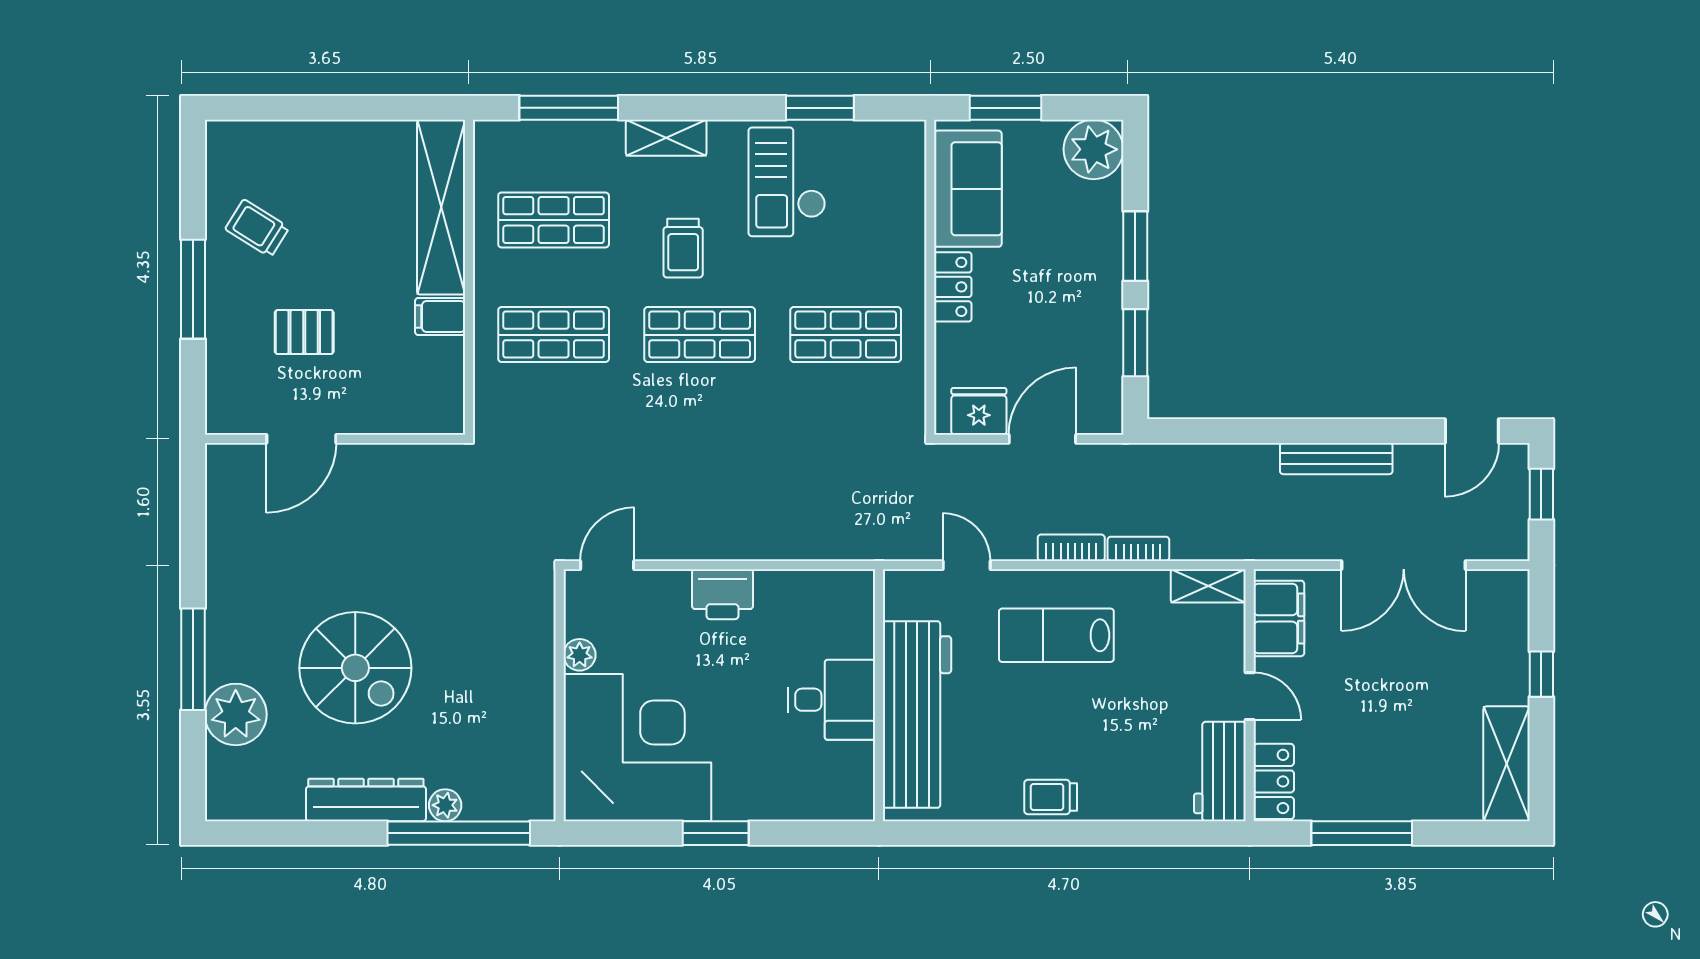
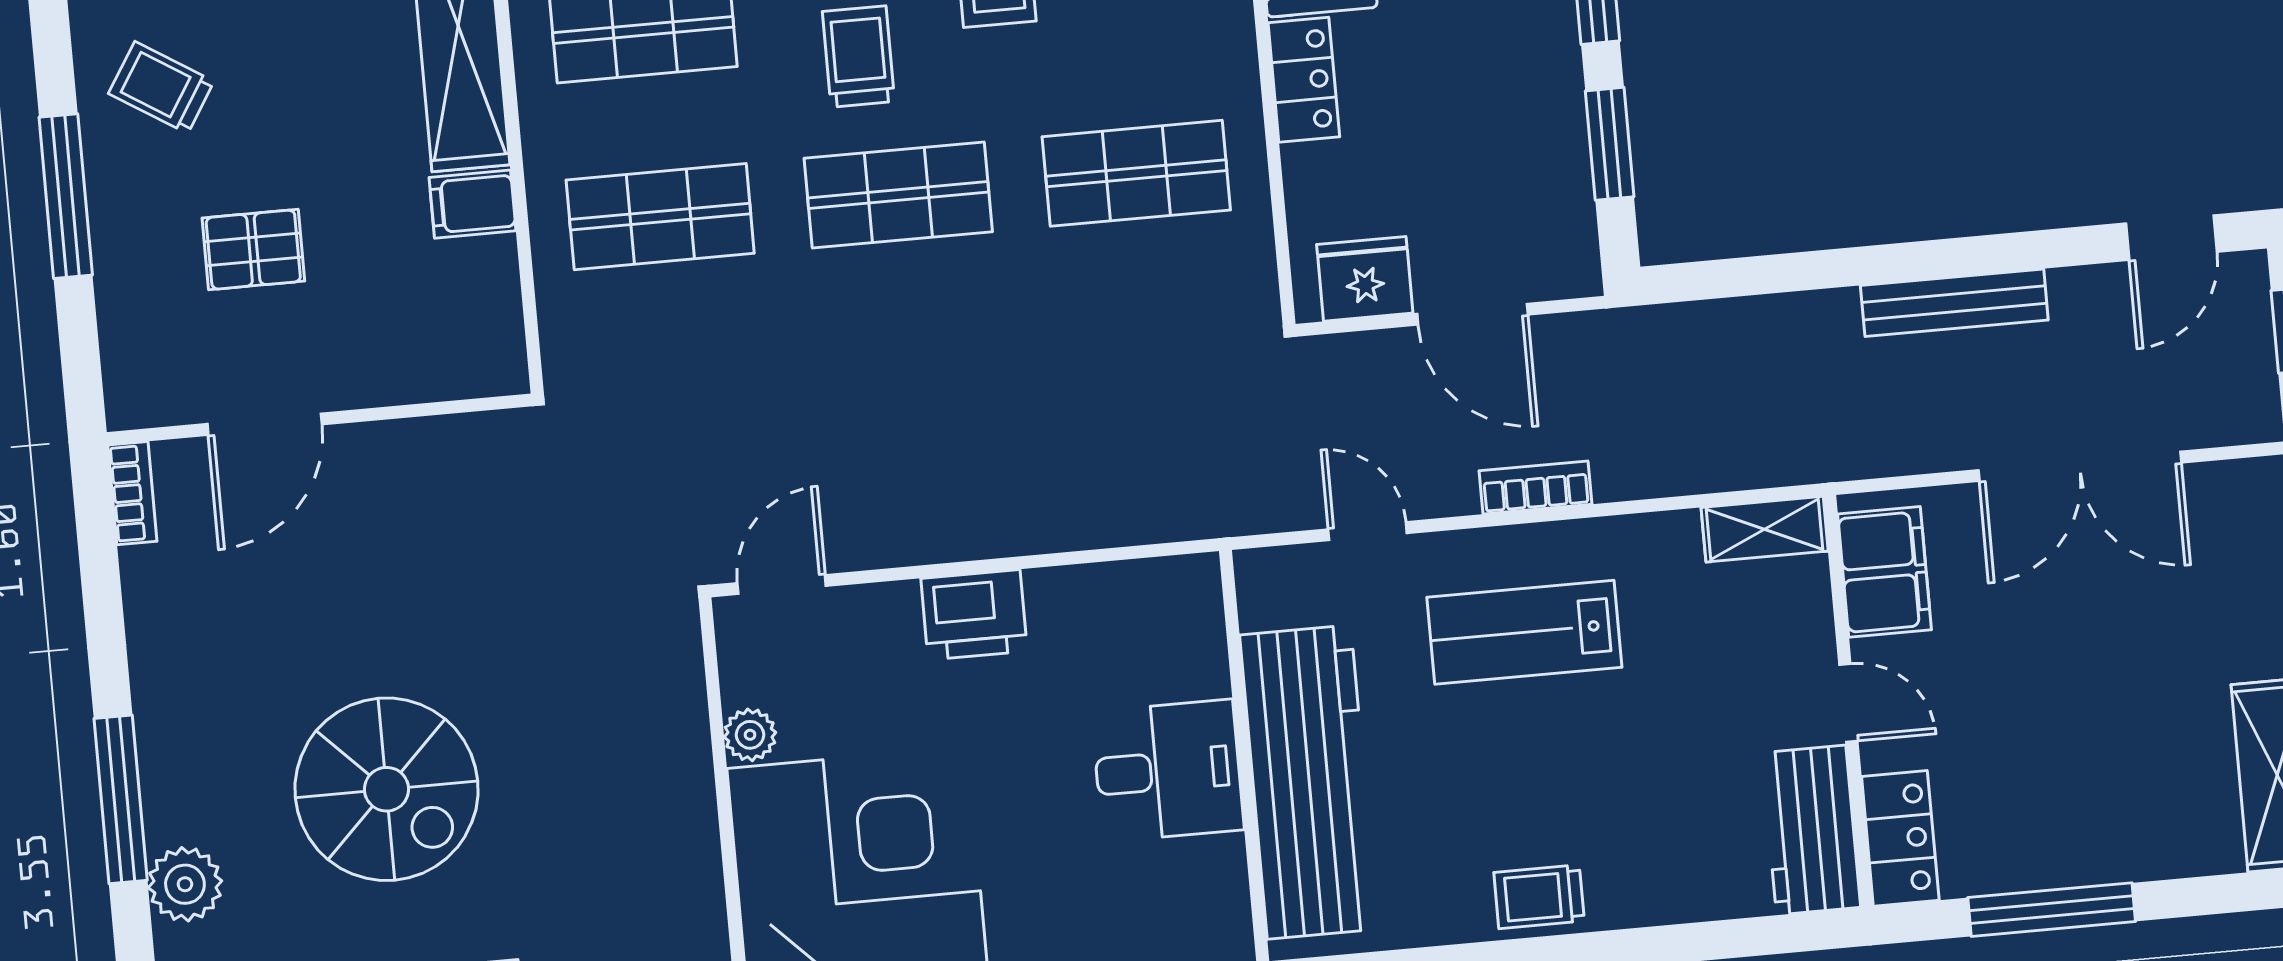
trolley: (683, 248) -> (859, 57), turned 180
door: (1042, 439) -> (1472, 314), swing flipped
bookcase: (1138, 549) -> (132, 493), moved, turned 90
plant: (236, 714) -> (185, 884), width x0.73, depth x0.73

